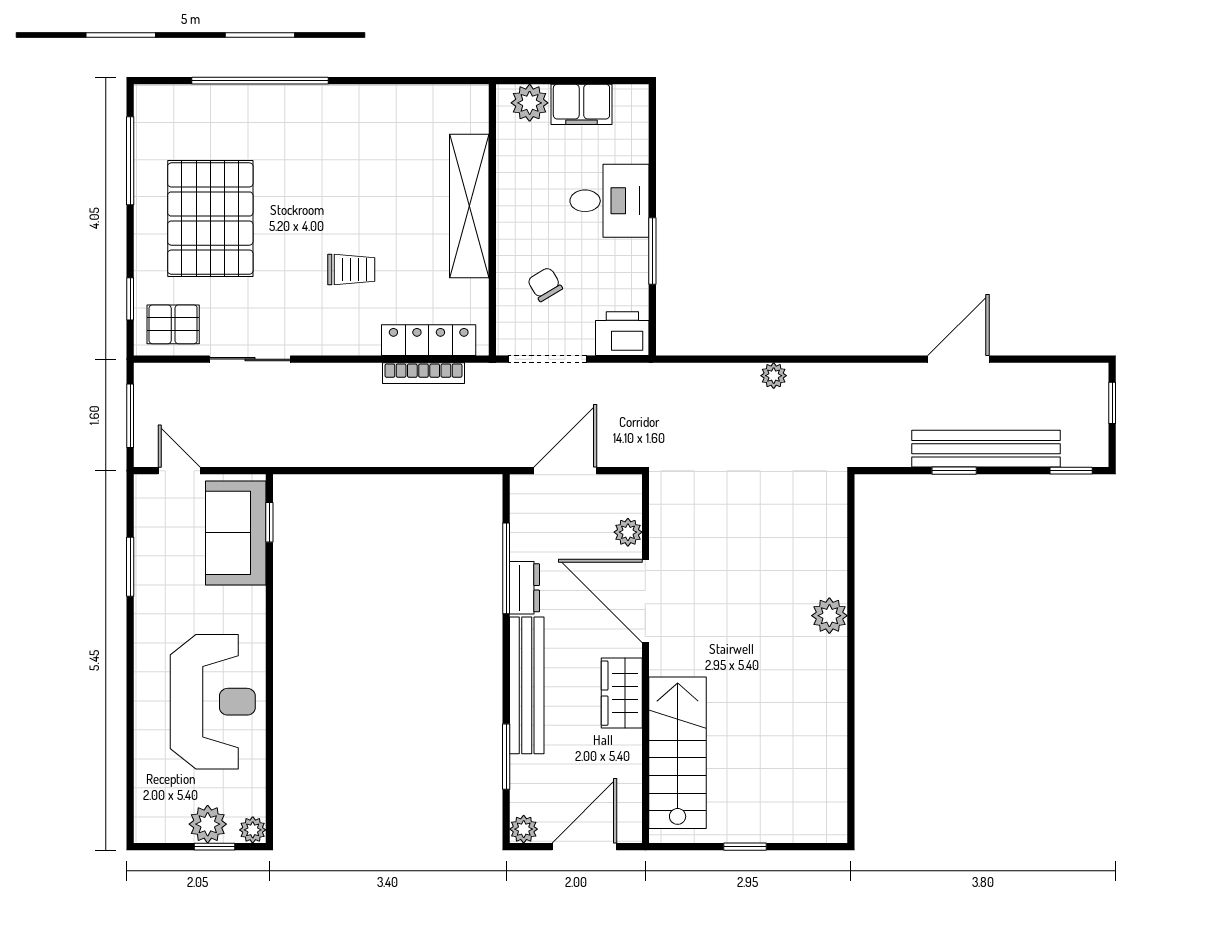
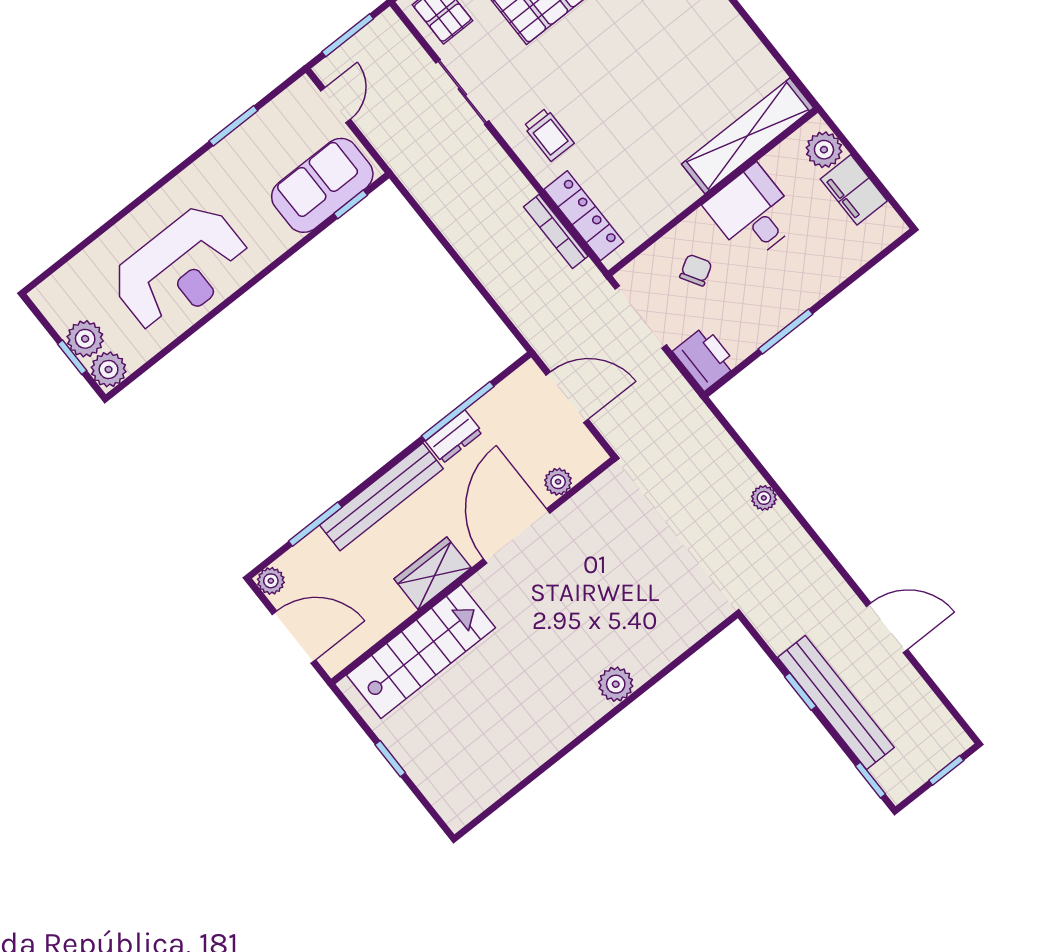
desk: (610, 201) -> (753, 213), moved, turned 180
shelving: (469, 206) -> (748, 136), moved
trolley: (351, 269) -> (549, 135), moved
plant: (253, 830) -> (109, 369), width x1.38, depth x1.38

